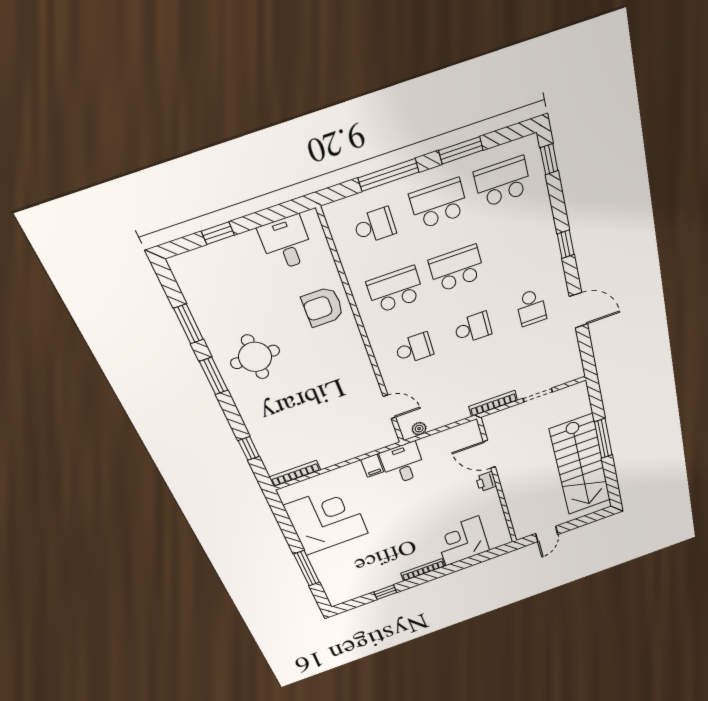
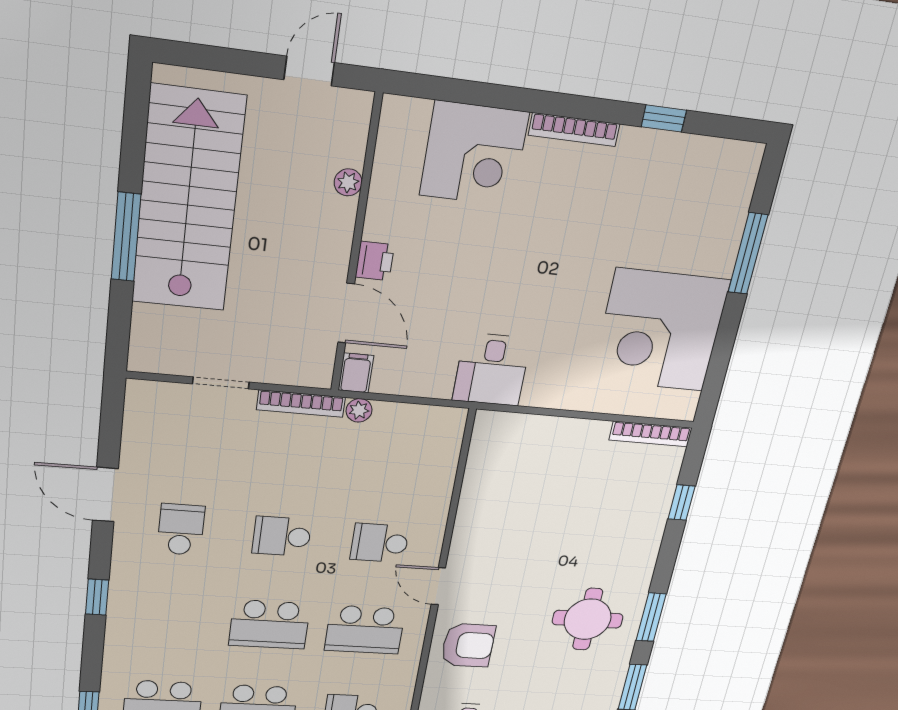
door: (389, 407) -> (438, 586), moved
plant: (419, 429) -> (359, 410), moved
filing cabinet: (372, 466) -> (356, 373), moved
plant: (513, 505) -> (348, 182), added

